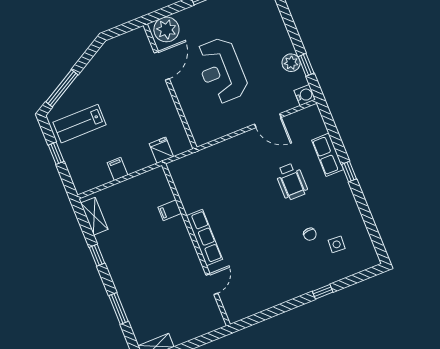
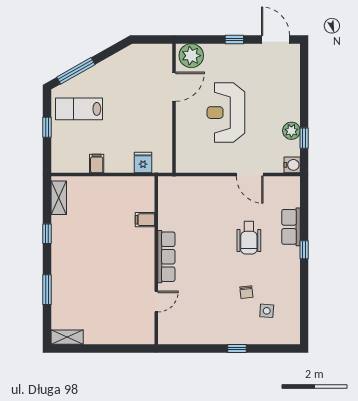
filing cabinet: (170, 210) -> (145, 220), moved
row of seats: (204, 237) -> (166, 257), moved
wall: (196, 245) -> (156, 260), moved
door: (212, 284) -> (156, 302), moved

